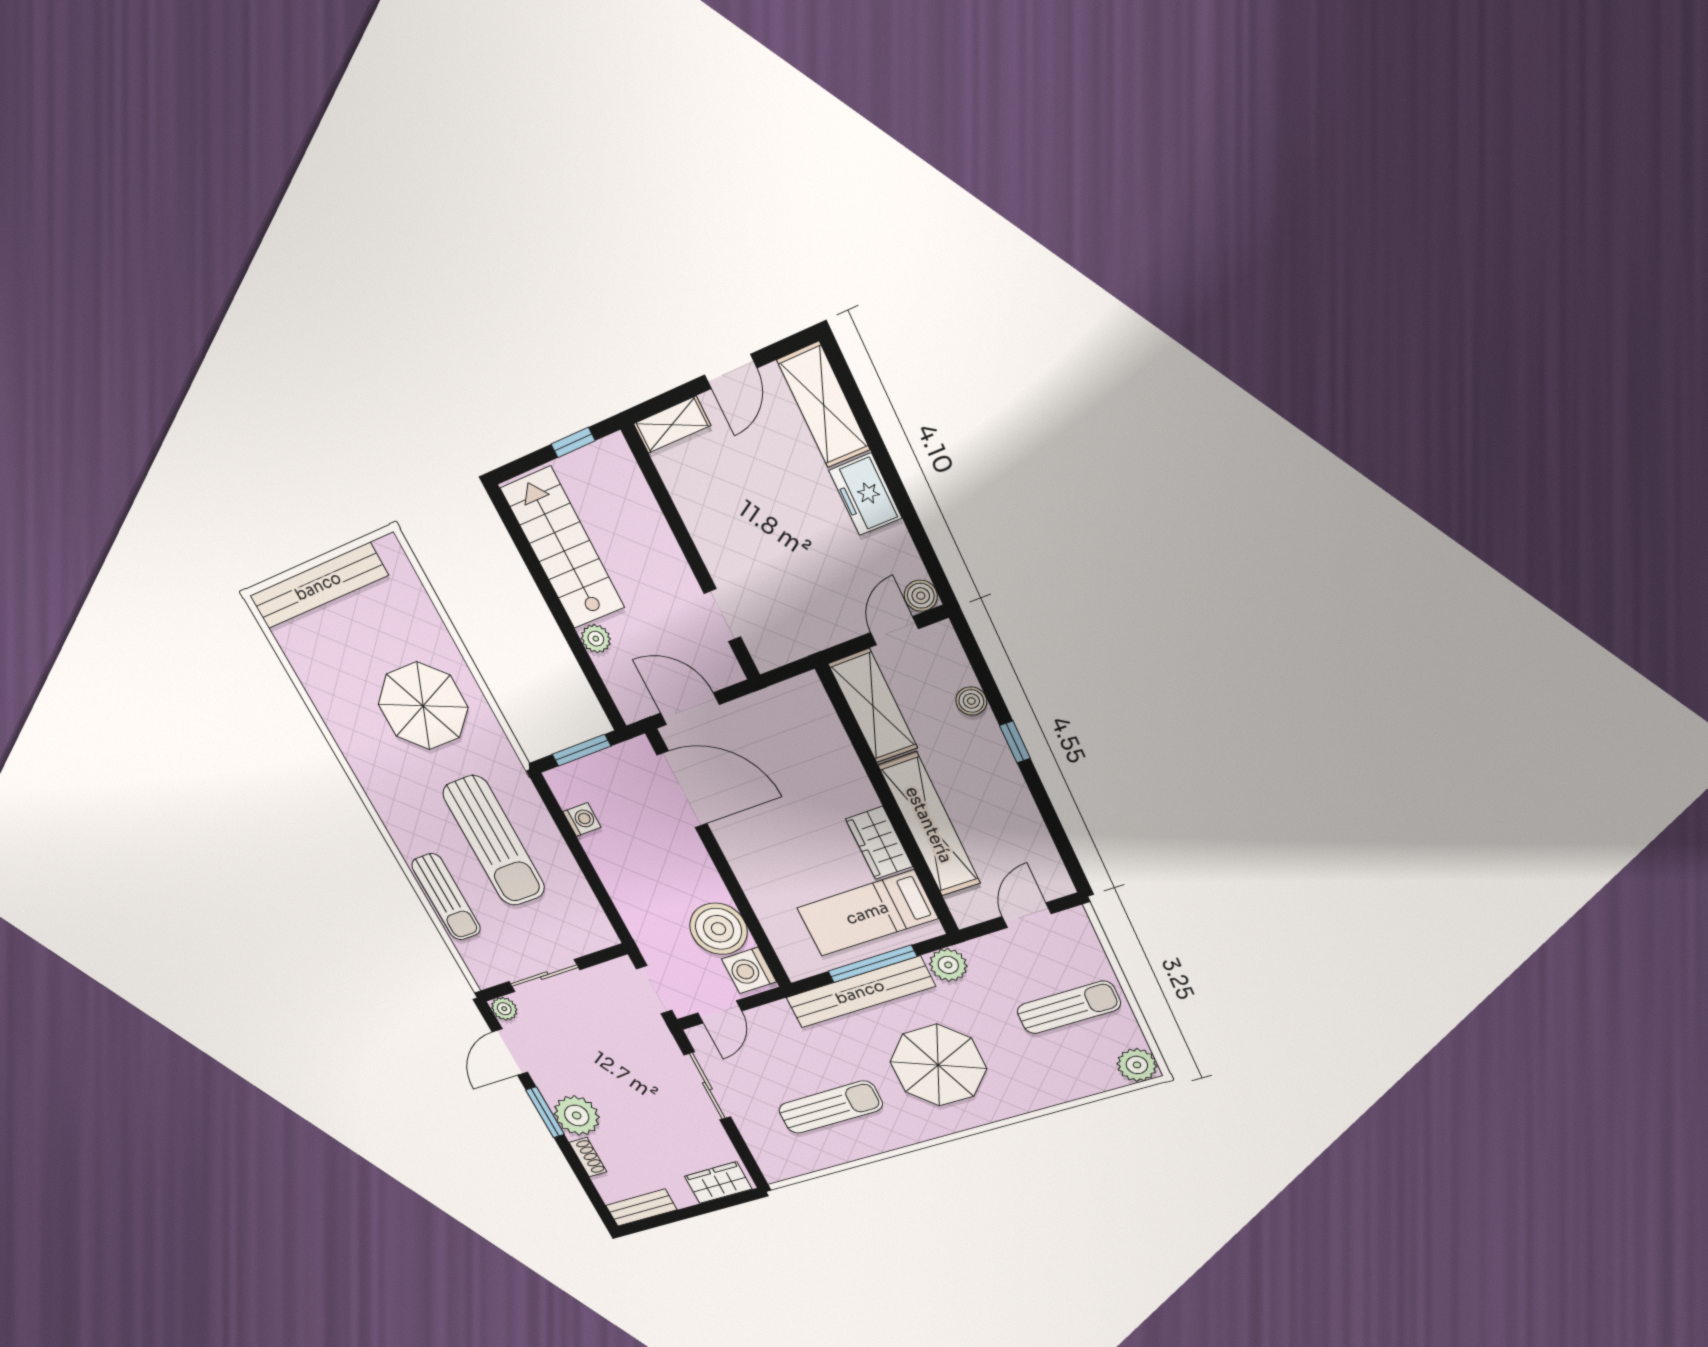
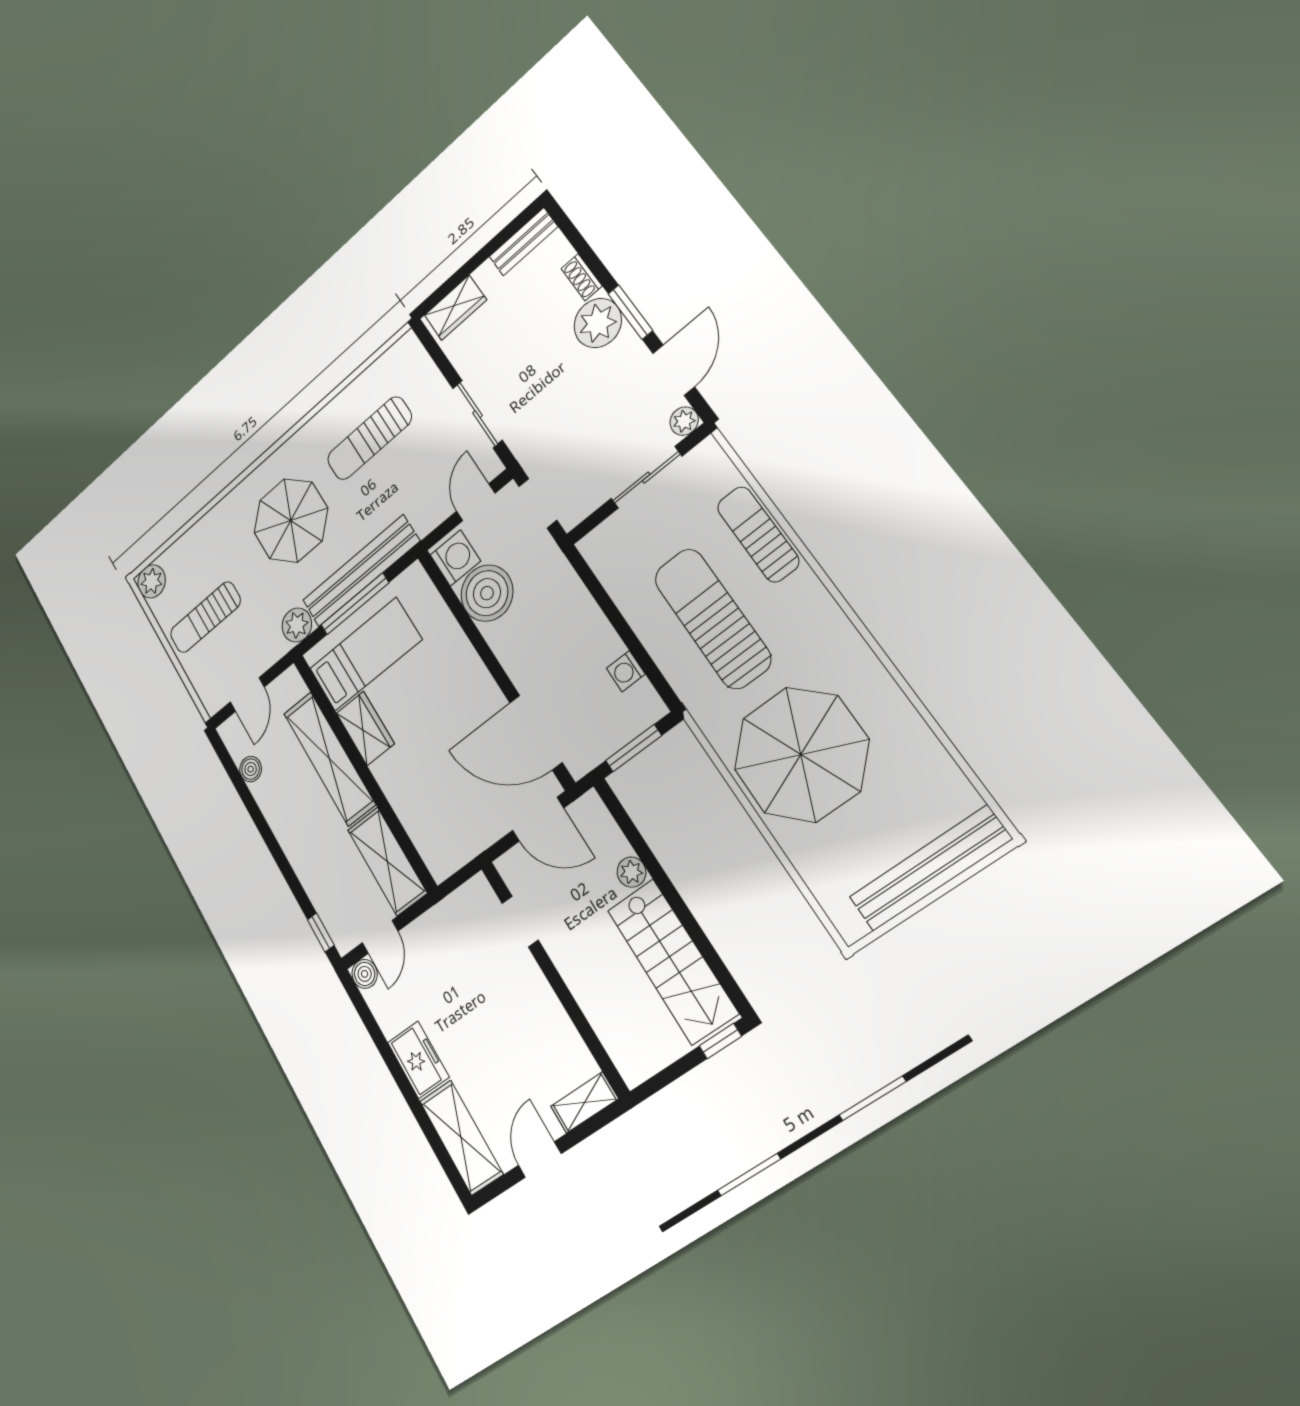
window: (573, 442) -> (720, 1041), moved
boiler: (971, 701) -> (251, 769), moved
parasol: (423, 706) -> (801, 755), width x1.36, depth x1.36
window: (1015, 742) -> (321, 933), moved

